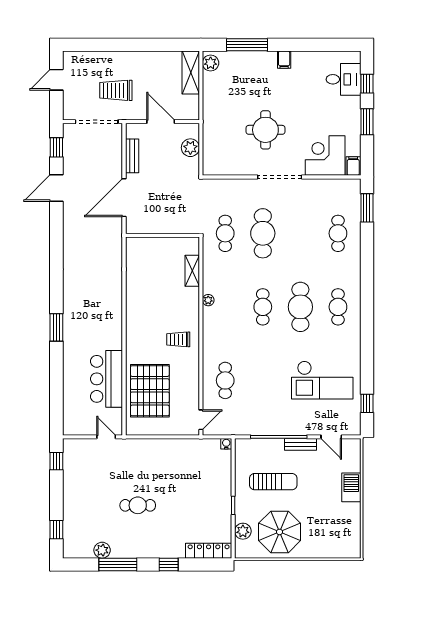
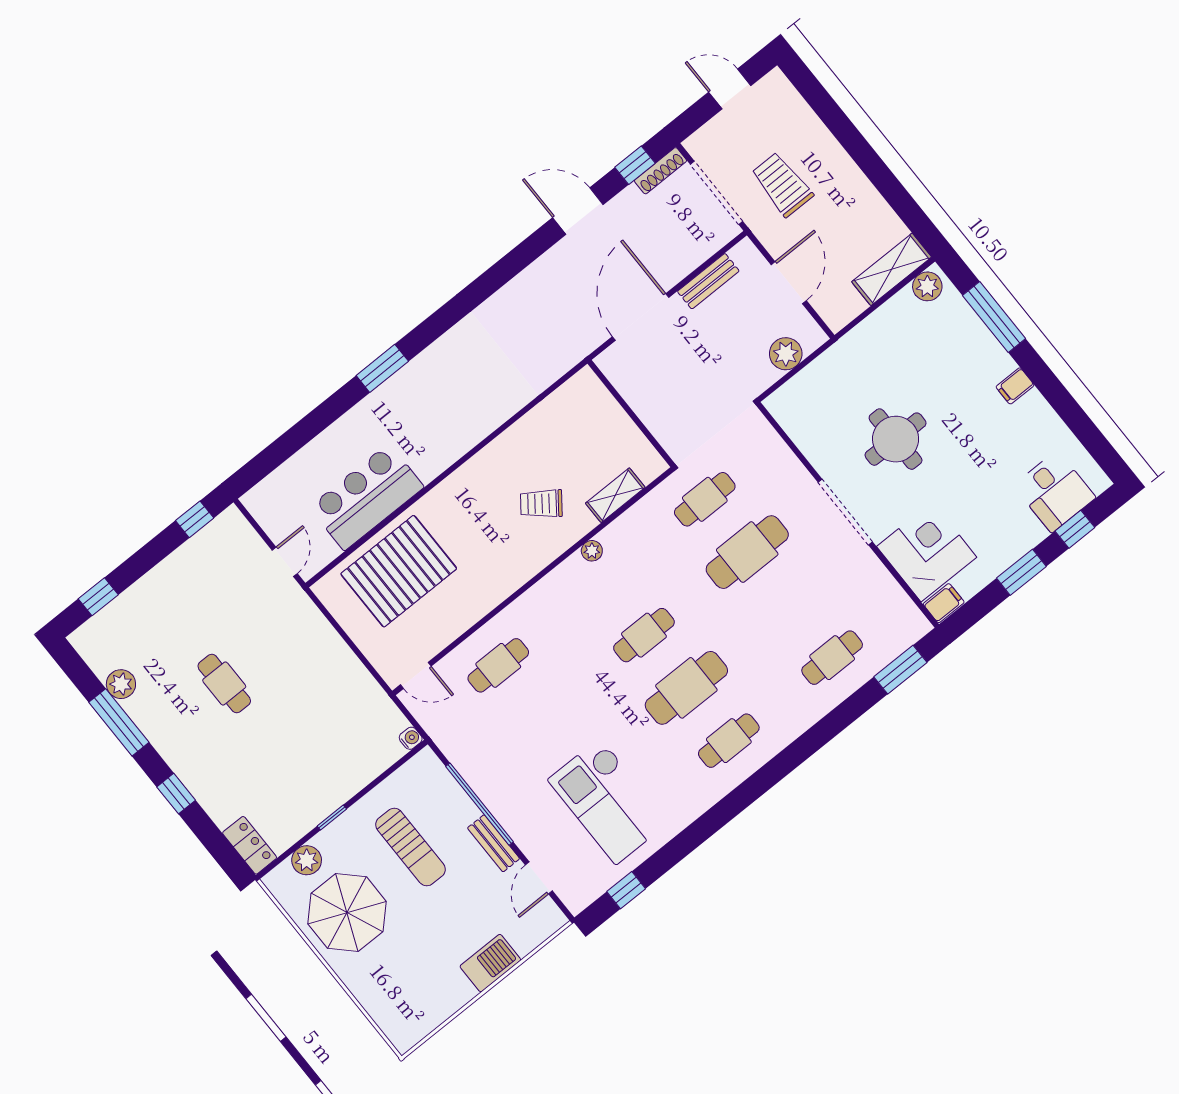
shoe rack: (68, 138) -> (660, 171), added
door: (124, 198) -> (641, 317), hinge flipped
trolley: (178, 339) -> (541, 504), moved, turned -53
locker: (209, 551) -> (250, 845), width x0.66

